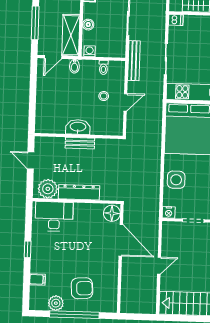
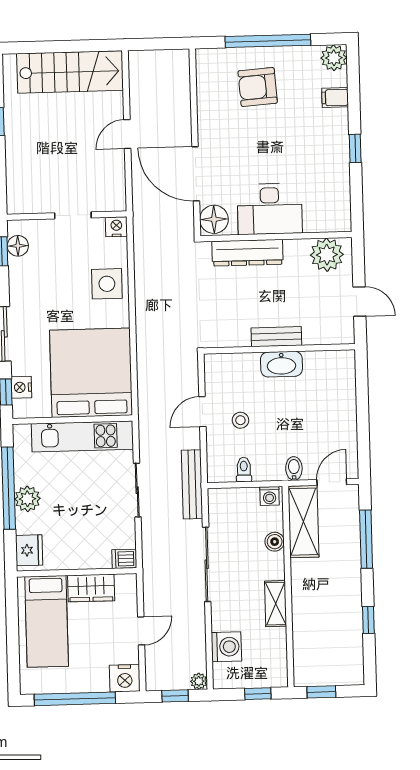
dresser: (79, 192) -> (247, 253), moved
desk: (54, 216) -> (270, 209), moved
plant: (56, 303) -> (334, 58), moved

